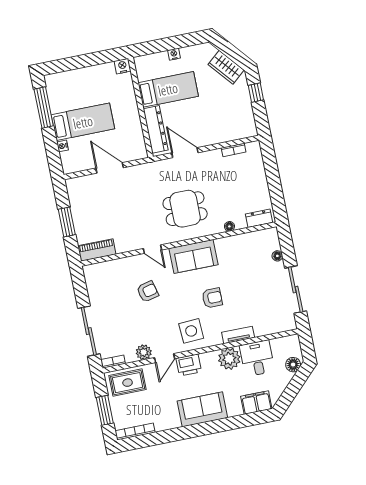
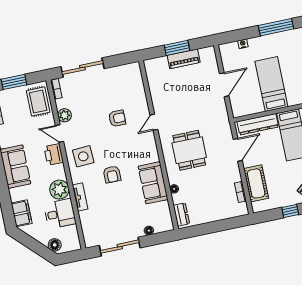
bed: (83, 122) -> (271, 84), moved, turned 180
cot: (224, 132) -> (256, 183), added
piano: (97, 250) -> (184, 59), moved, turned 90
sofa: (193, 256) -> (153, 183), moved
armchair: (148, 291) -> (117, 118), turned -76

